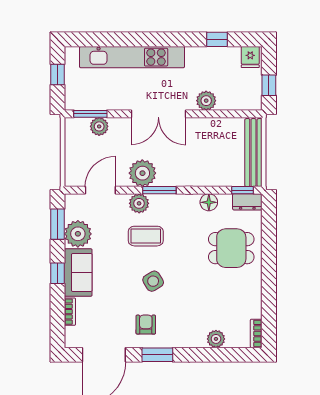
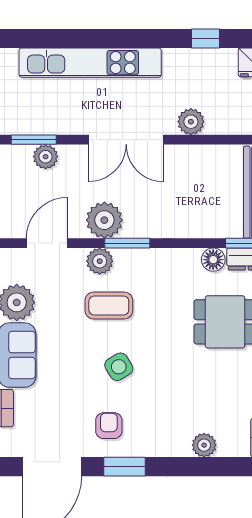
floor lamp: (209, 202) -> (213, 260), moved

